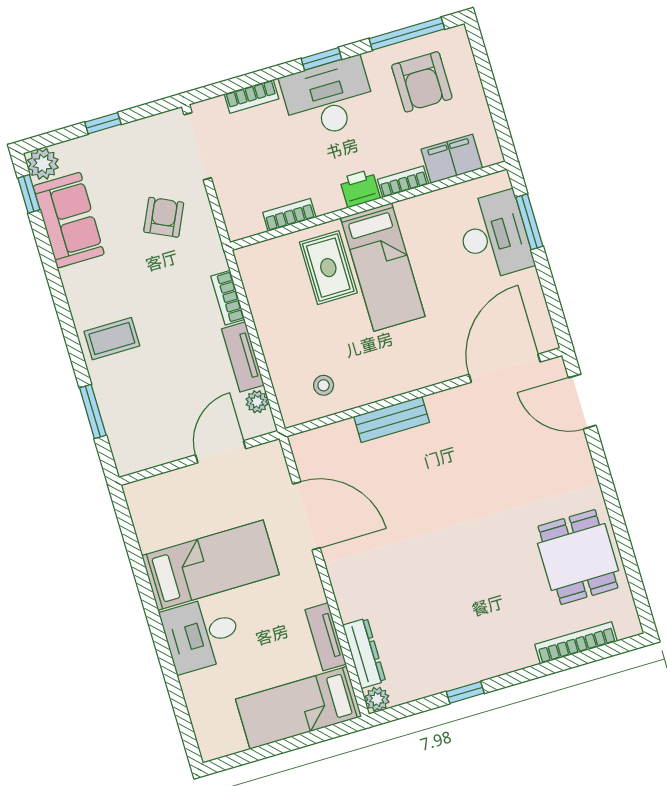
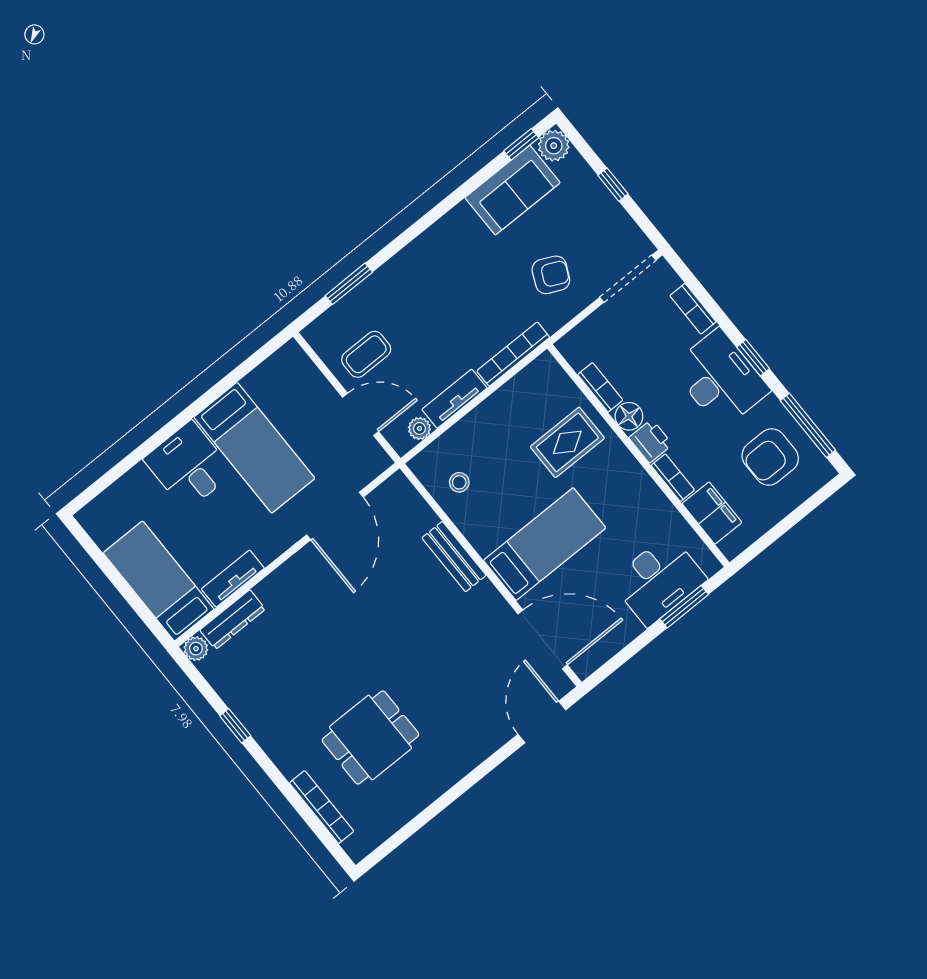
floor lamp: (328, 199) -> (629, 416), added
bed: (383, 267) -> (545, 544), moved, turned 180
bookcase: (228, 298) -> (513, 354), width x1.56
coffee table: (112, 339) -> (366, 354), moved, turned 90
dining table: (578, 557) -> (370, 737), moved

